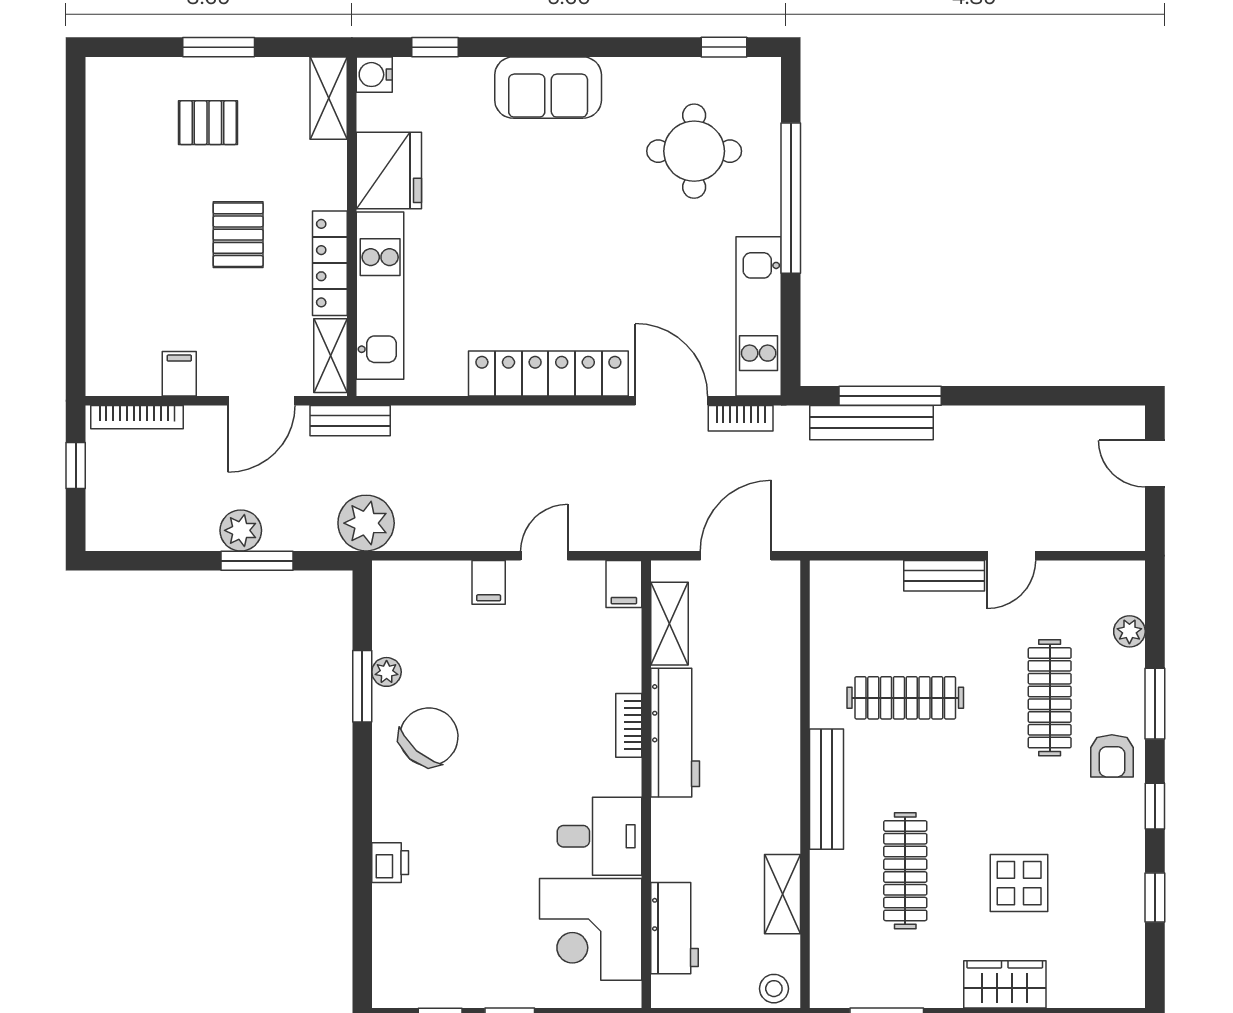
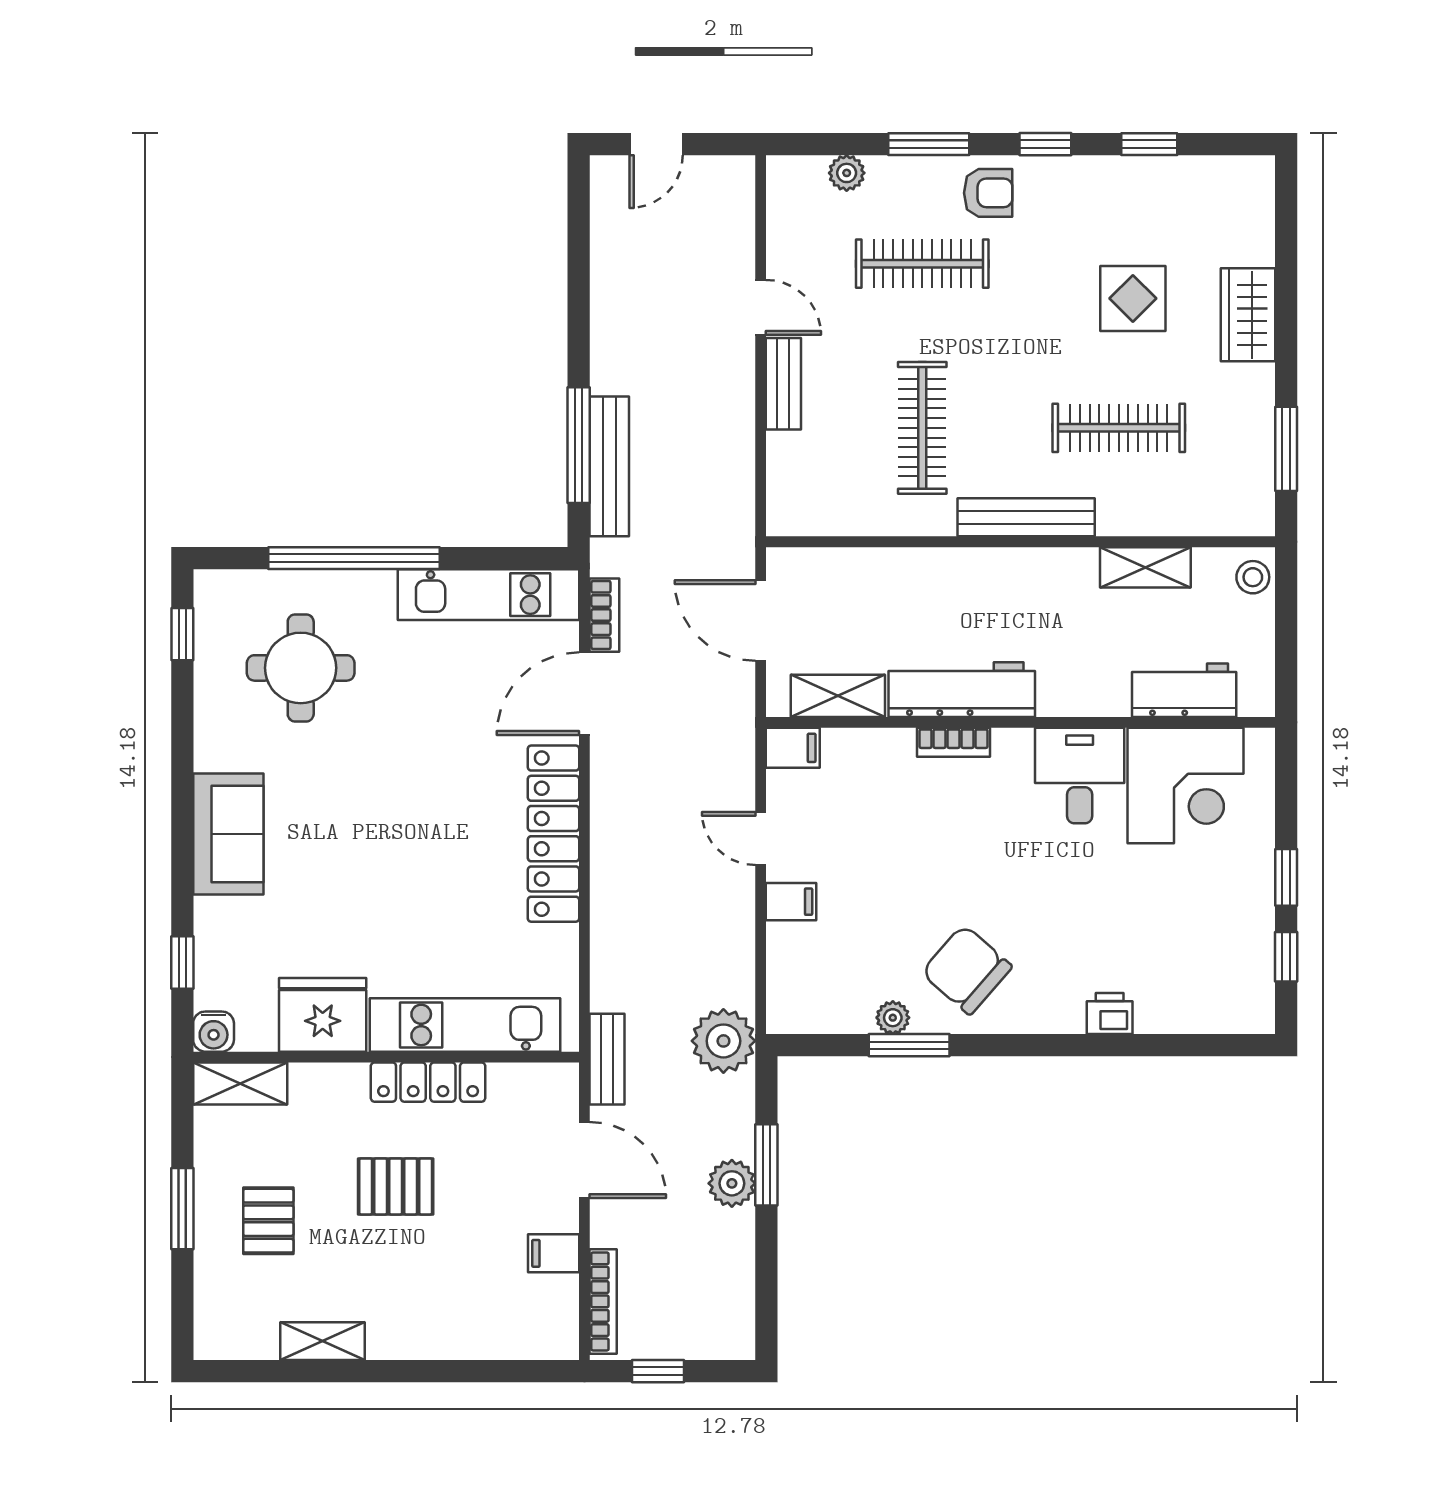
shelving: (331, 356) -> (323, 1341), moved

